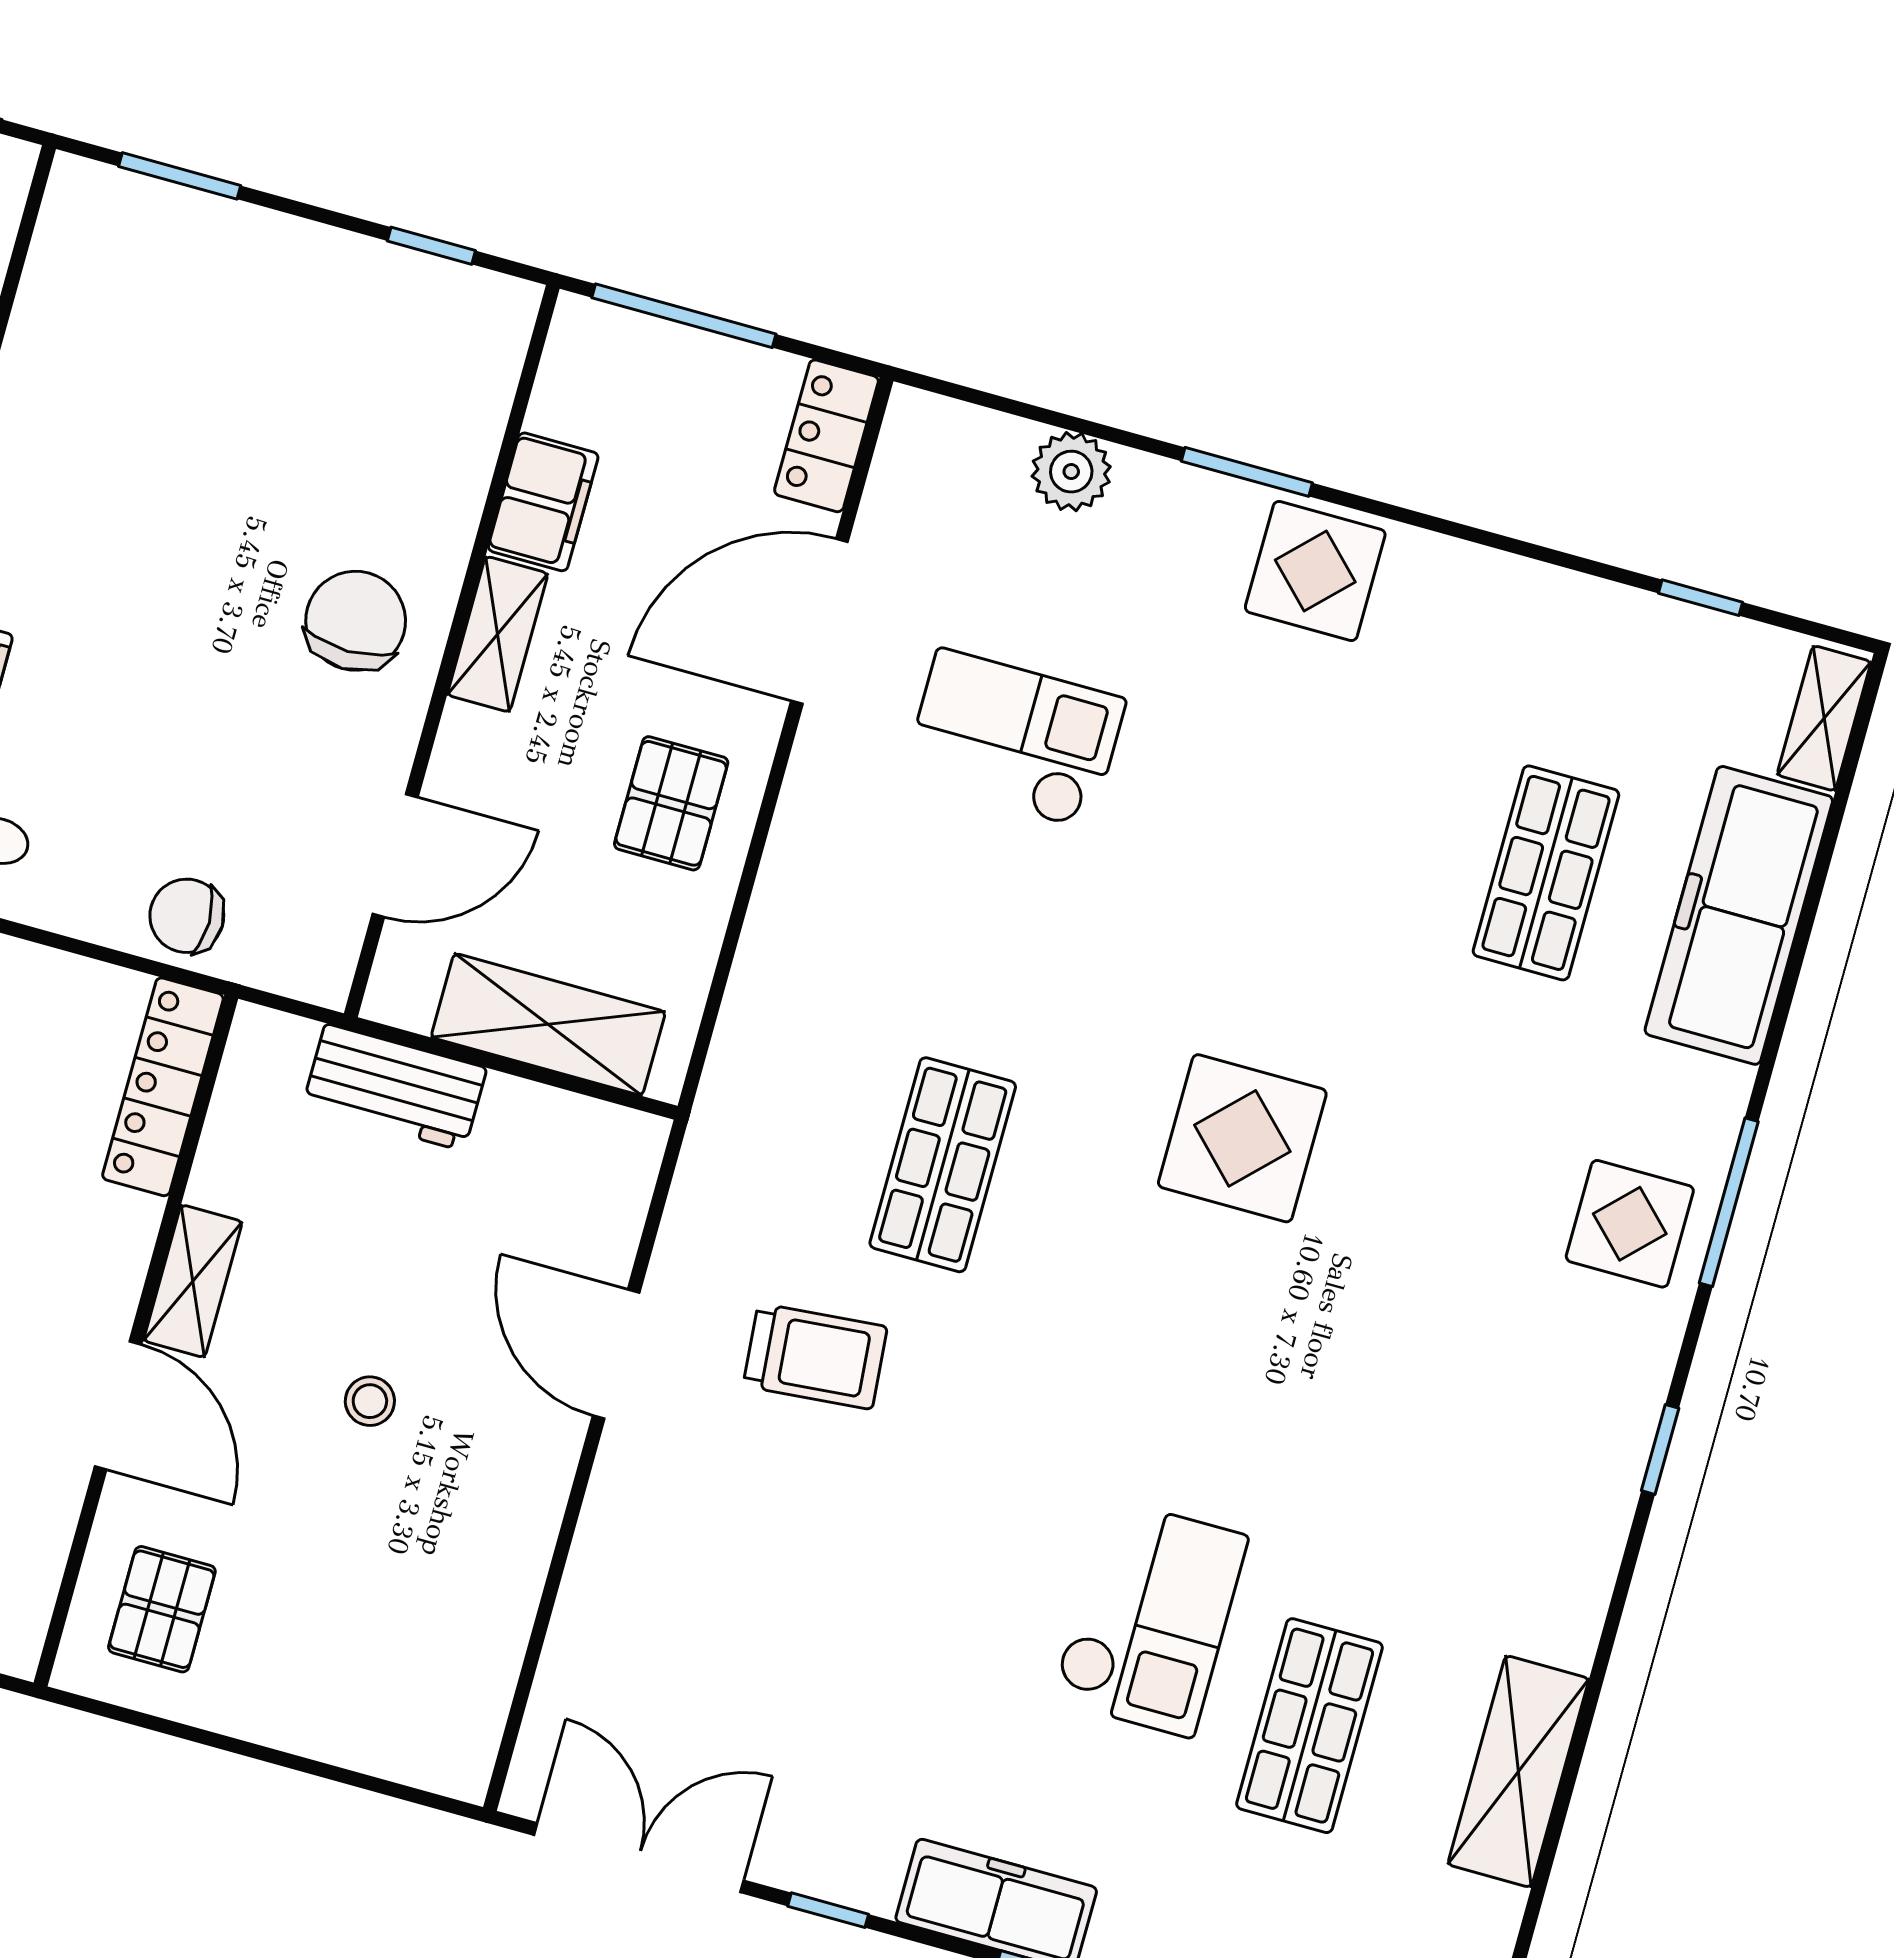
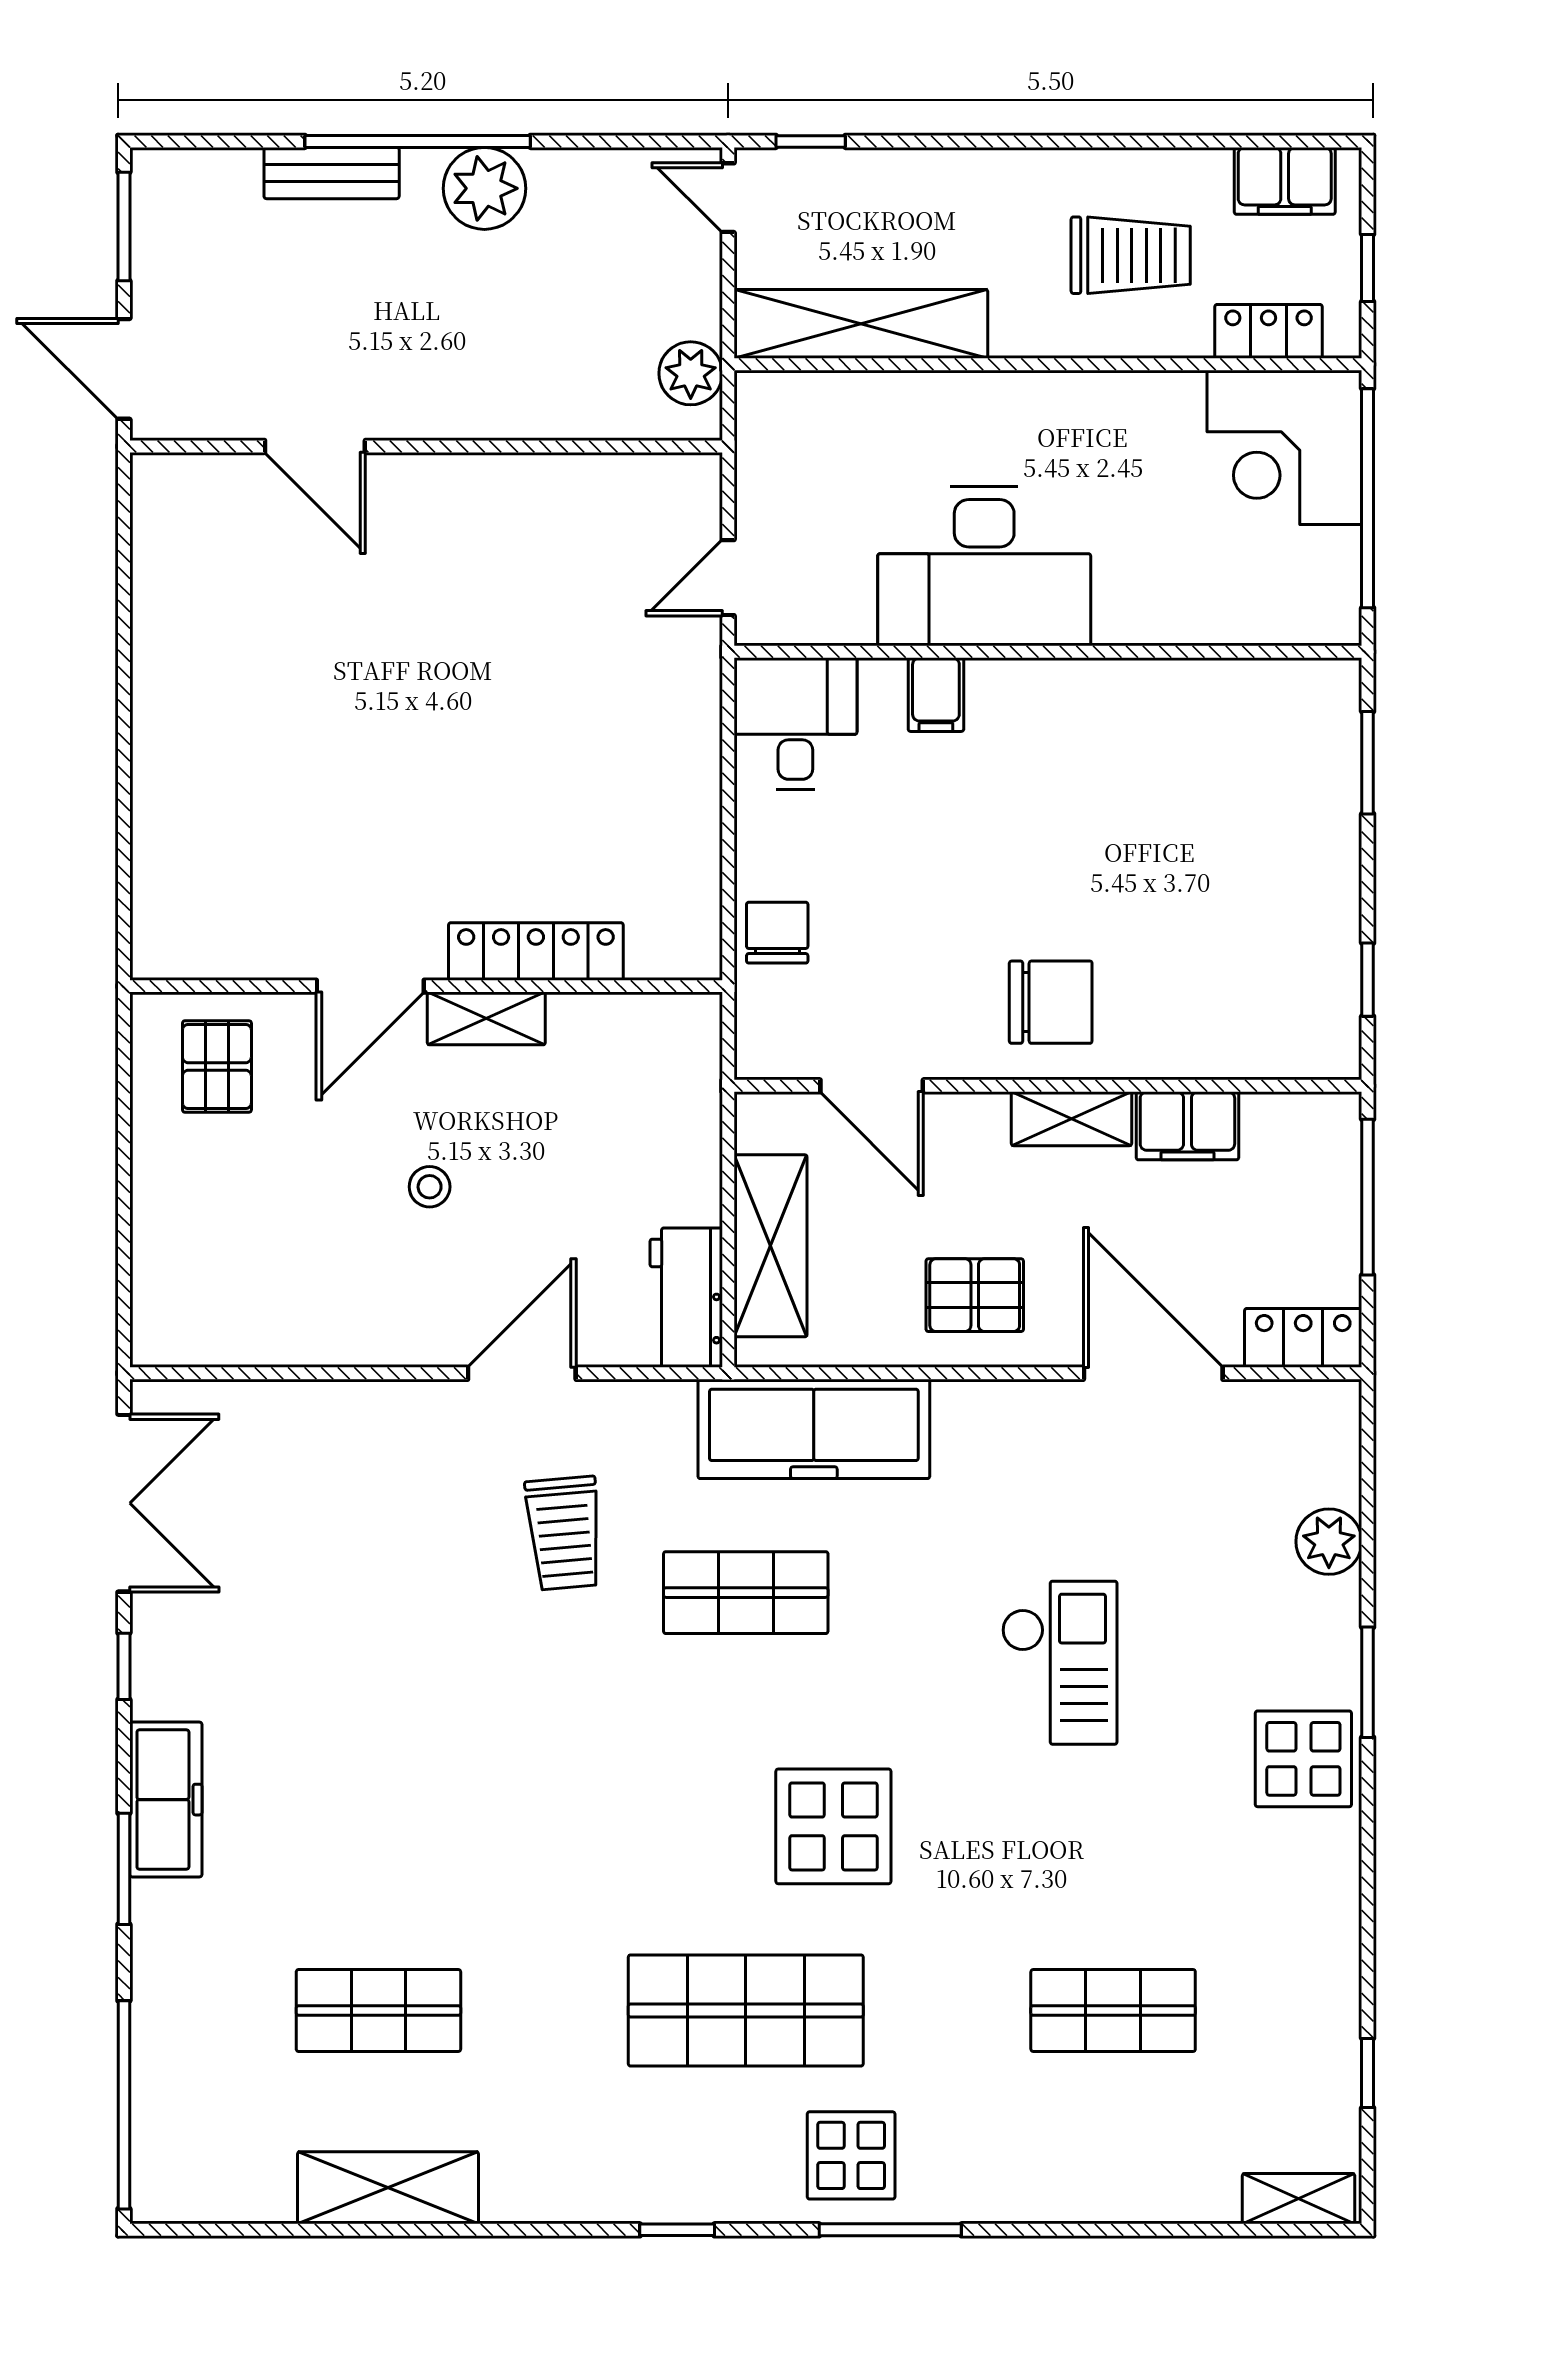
checkout: (1014, 739) -> (1060, 1663), moved
freezer: (1739, 915) -> (814, 1429), moved, turned 180
locker: (163, 1087) -> (536, 951), moved
workbench: (395, 1087) -> (686, 1298), moved
shop shelf: (1428, 1299) -> (746, 2010), added
pallet: (162, 1609) -> (217, 1066), turned 90
checkout: (1150, 1618) -> (429, 1859), removed

